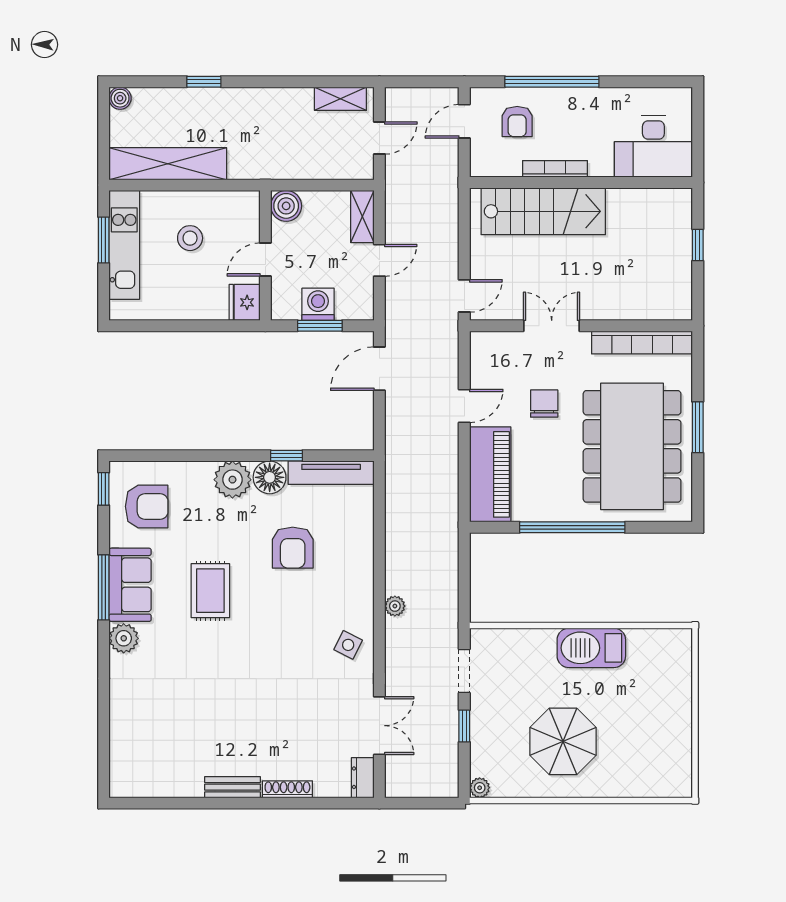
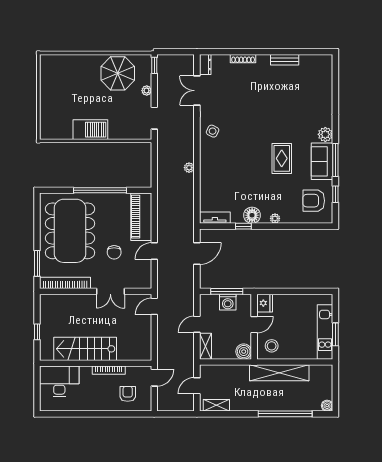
window: (204, 82) -> (285, 414), width x3.17
window: (552, 82) -> (110, 414), removed
door: (464, 121) -> (154, 378), moved
shelving: (168, 164) -> (279, 373), moved
stairs: (543, 211) -> (85, 349), moved
stool: (190, 238) -> (272, 346), moved
window: (320, 326) -> (227, 291), width x1.44
door: (379, 369) -> (197, 253), moved
window: (698, 427) -> (37, 263), moved
tv unit: (331, 473) -> (215, 218), width x0.71
plant: (232, 480) -> (275, 218), width x0.53, depth x0.53
window: (104, 489) -> (335, 194), moved
armchair: (293, 548) -> (240, 180), removed
plant: (395, 606) -> (189, 168), moved
window: (464, 726) -> (154, 65), moved
parasol: (563, 741) -> (118, 73), moved
bench: (233, 787) -> (285, 60), moved
plant: (480, 788) -> (147, 91), moved

